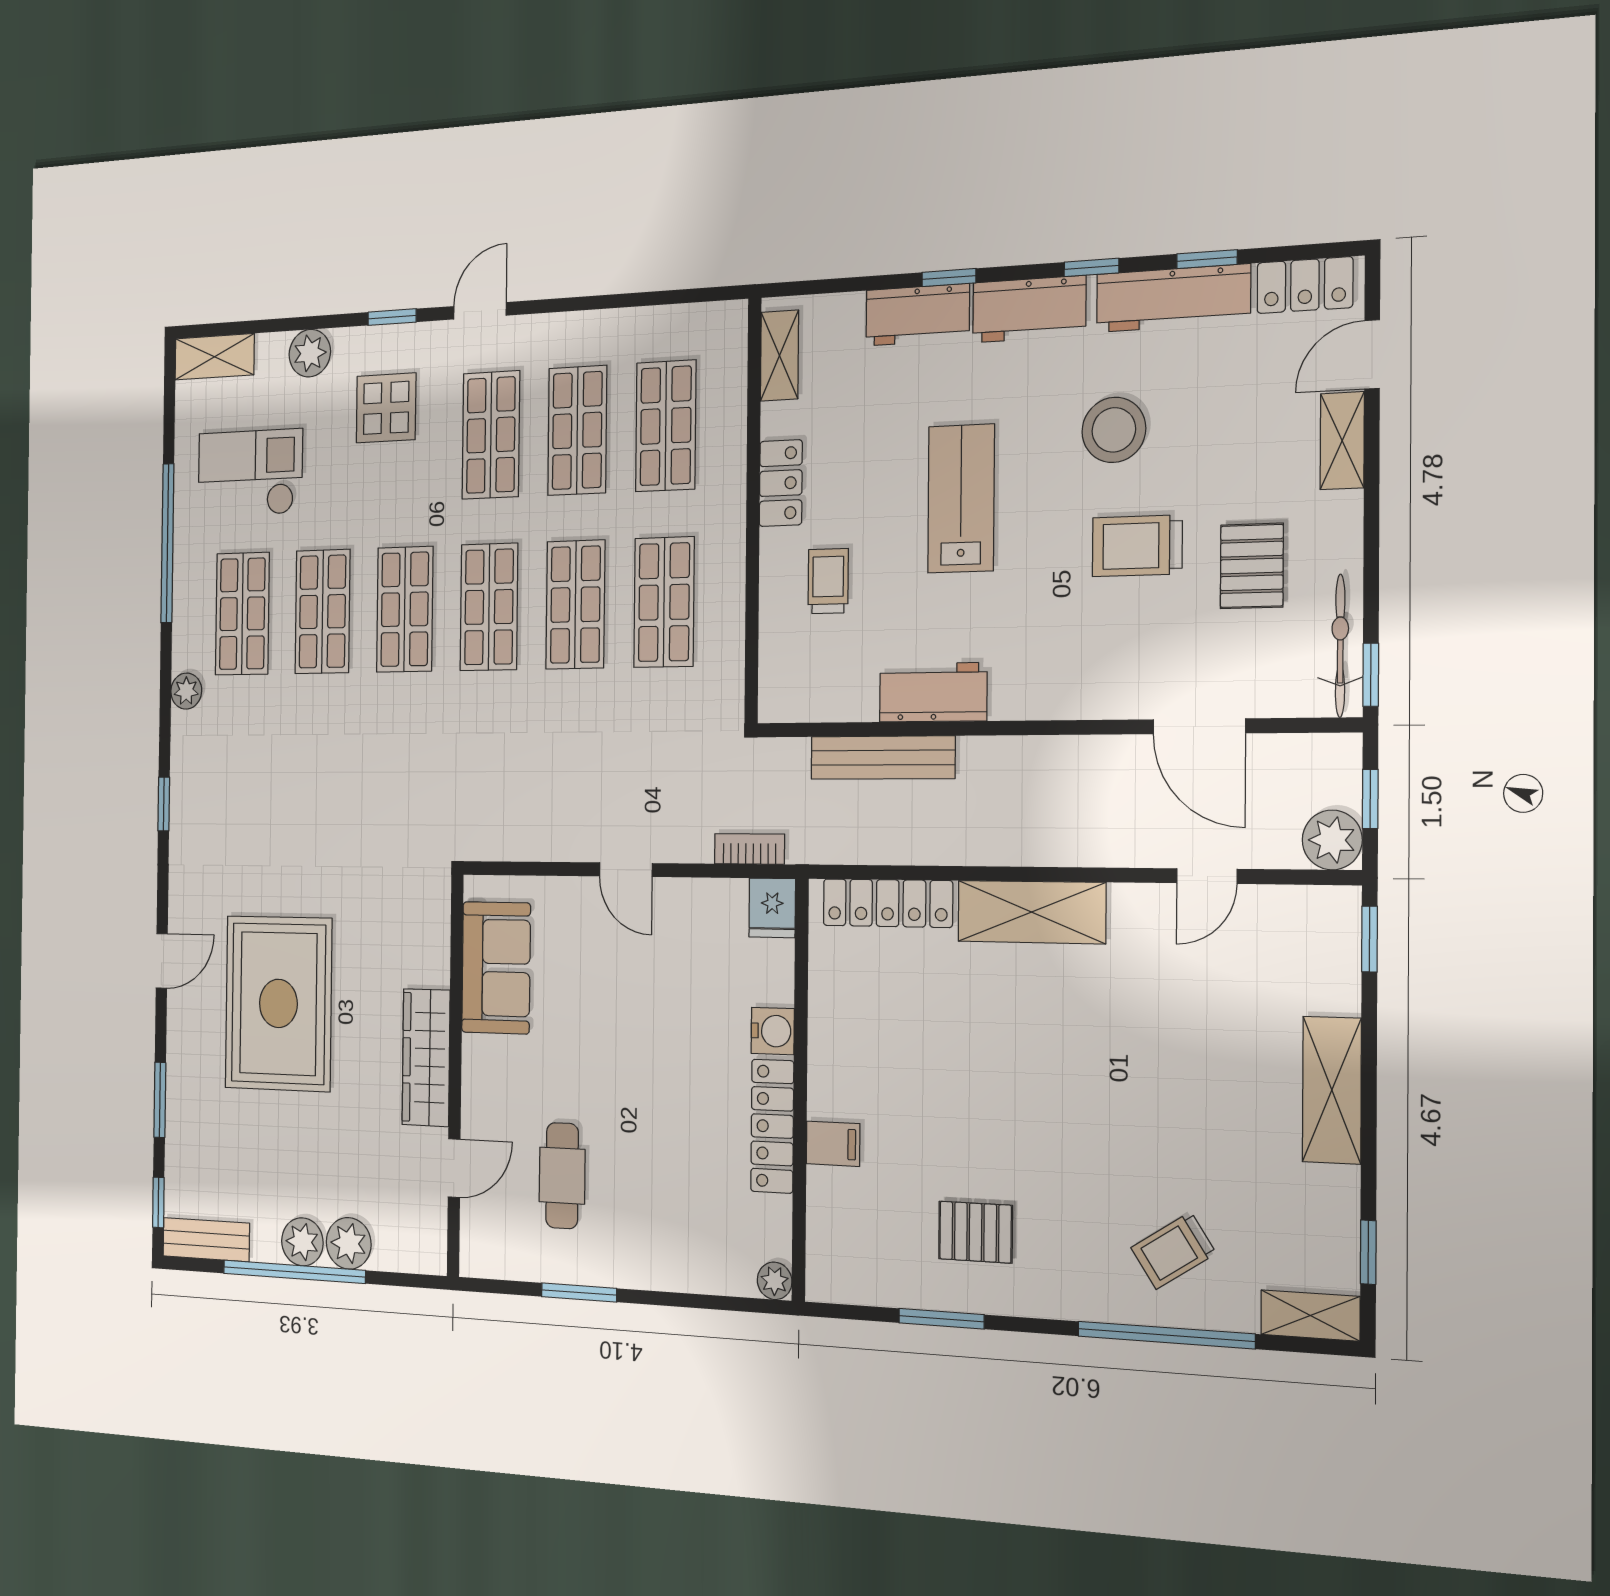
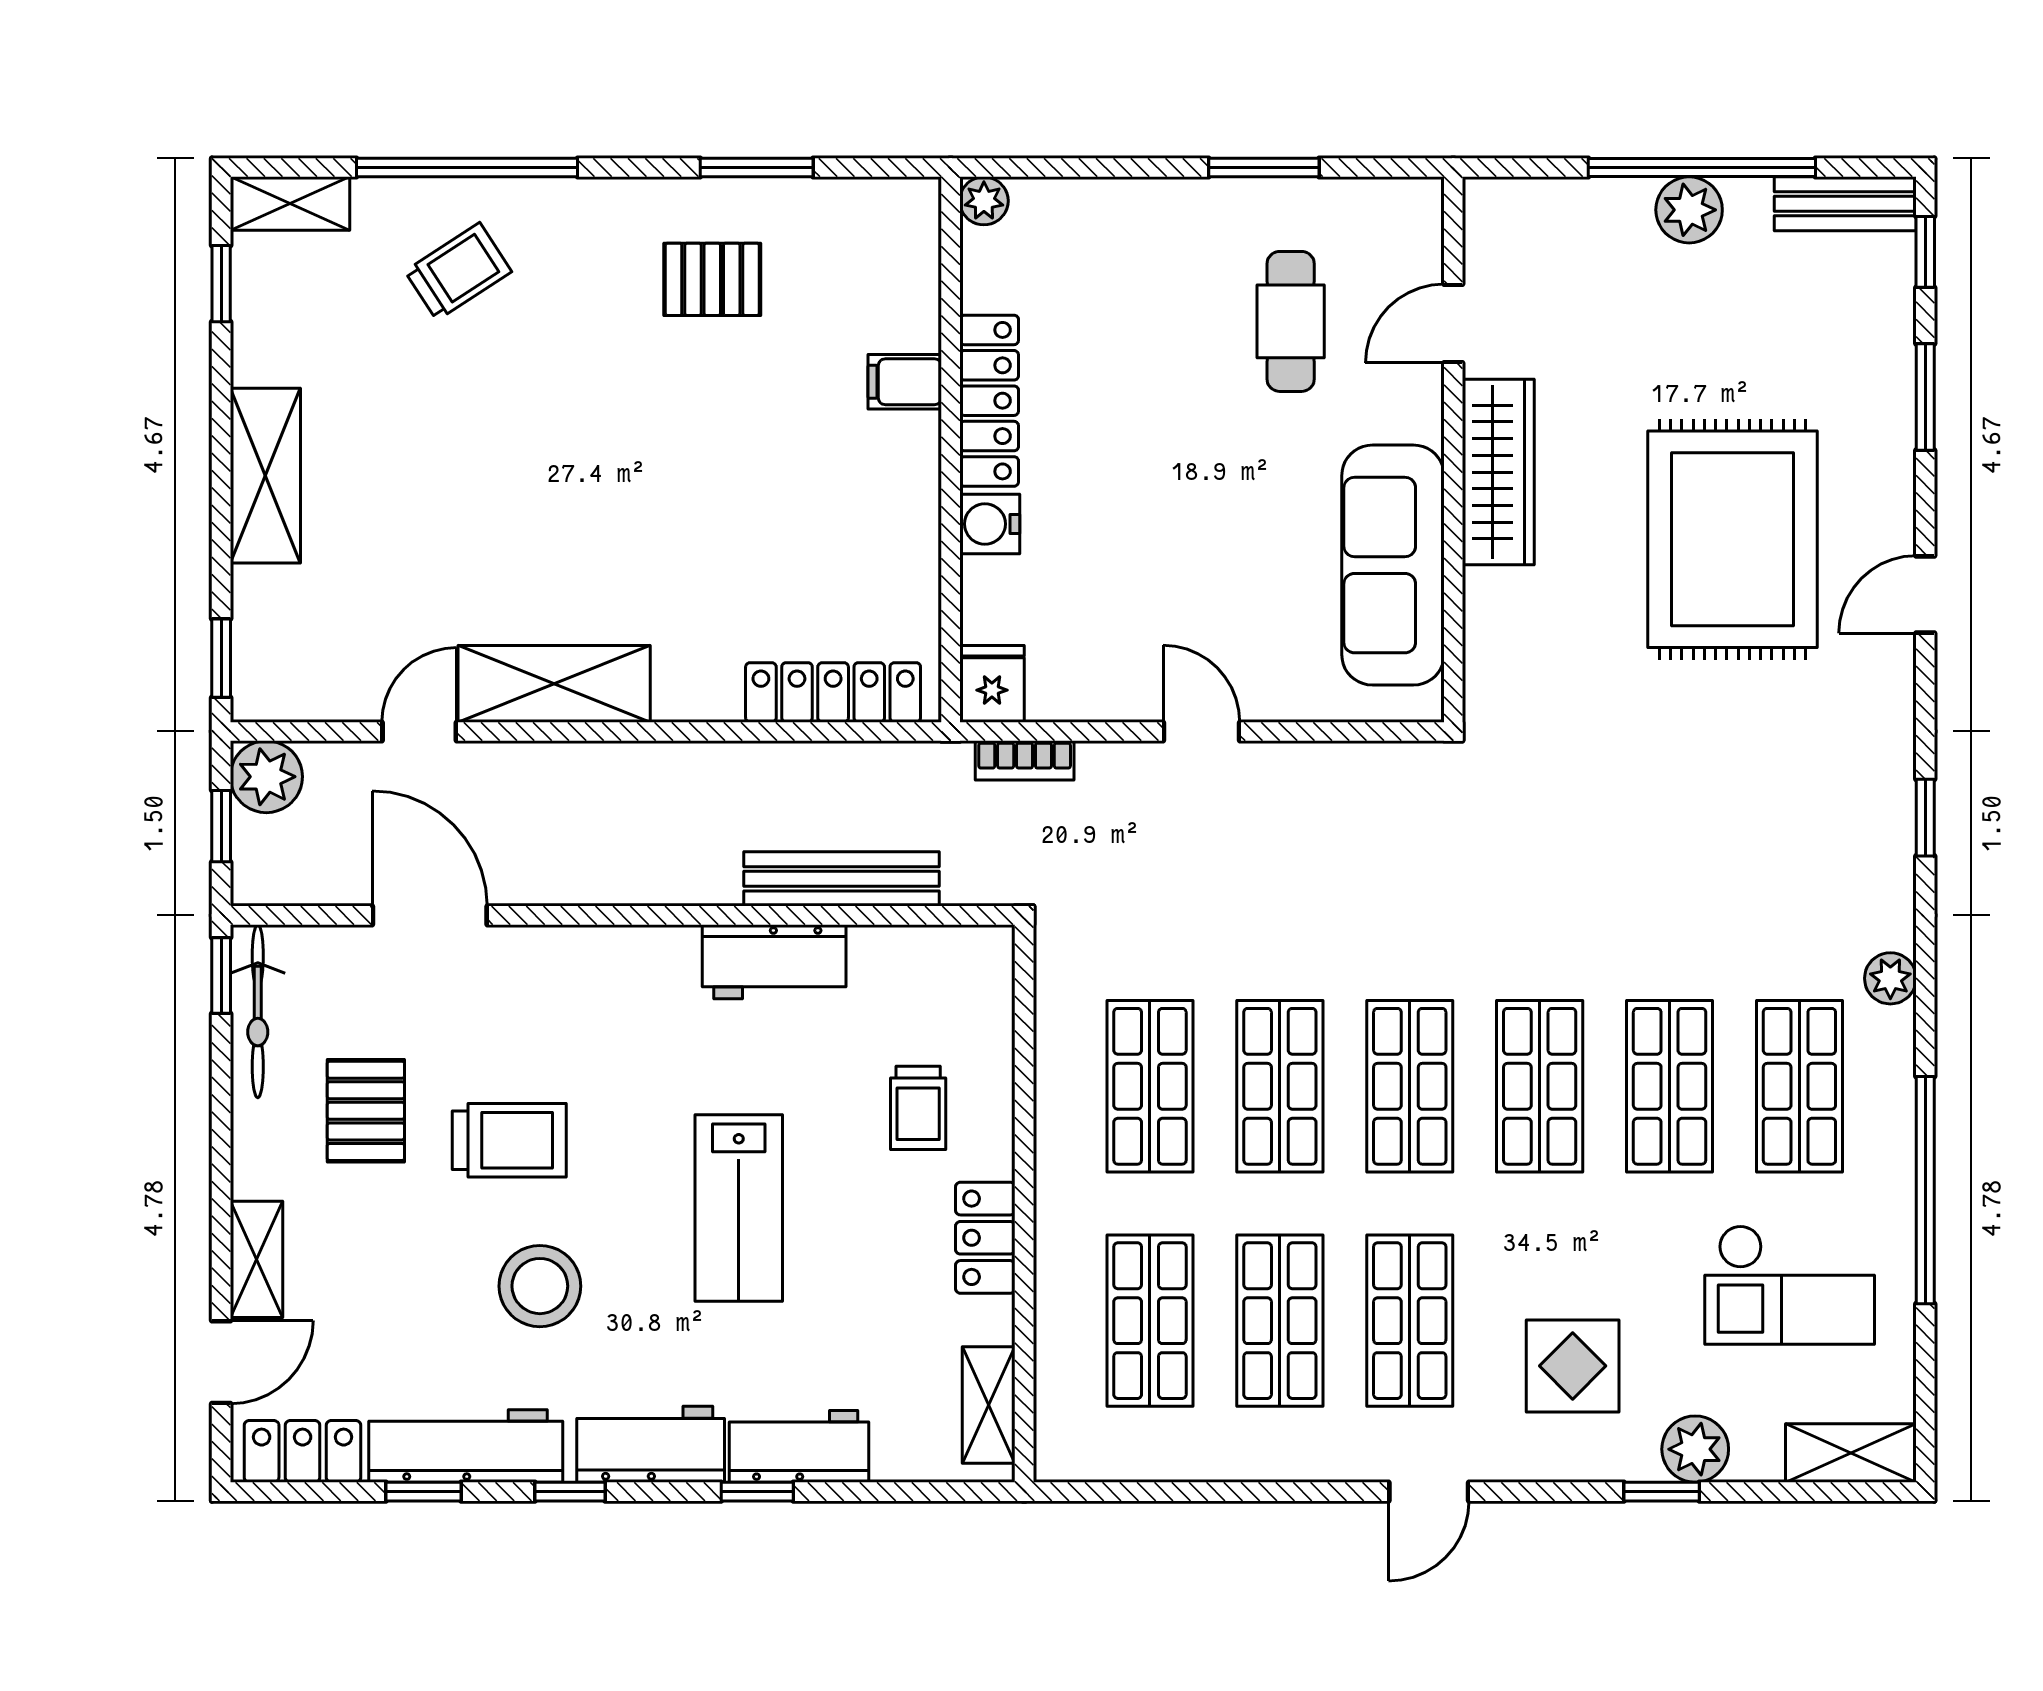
window: (392, 317) -> (1662, 1492), moved
shelving: (1032, 912) -> (554, 684), moved
sofa: (496, 968) -> (1393, 565), width x1.36
plant: (349, 1243) -> (1616, 212), removed

